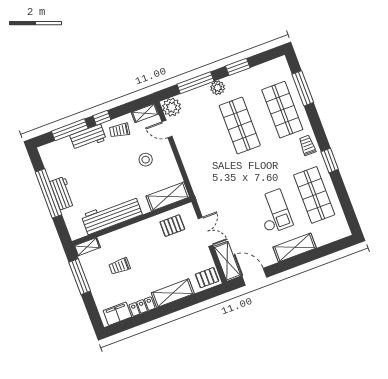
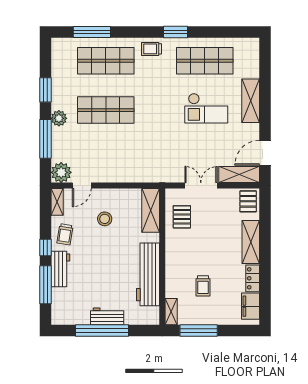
checkout: (274, 212) -> (206, 108), turned 180

